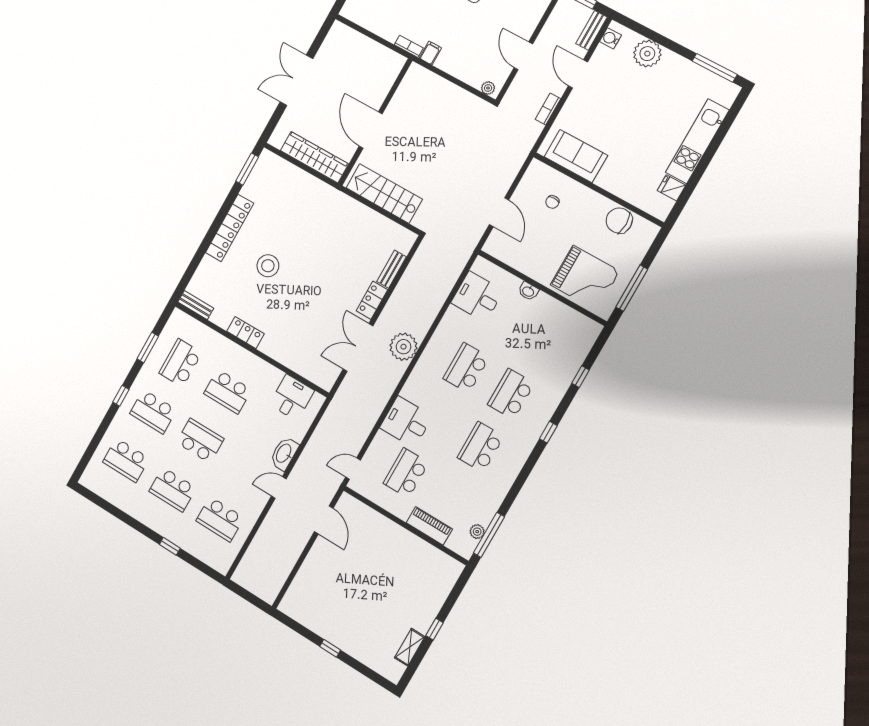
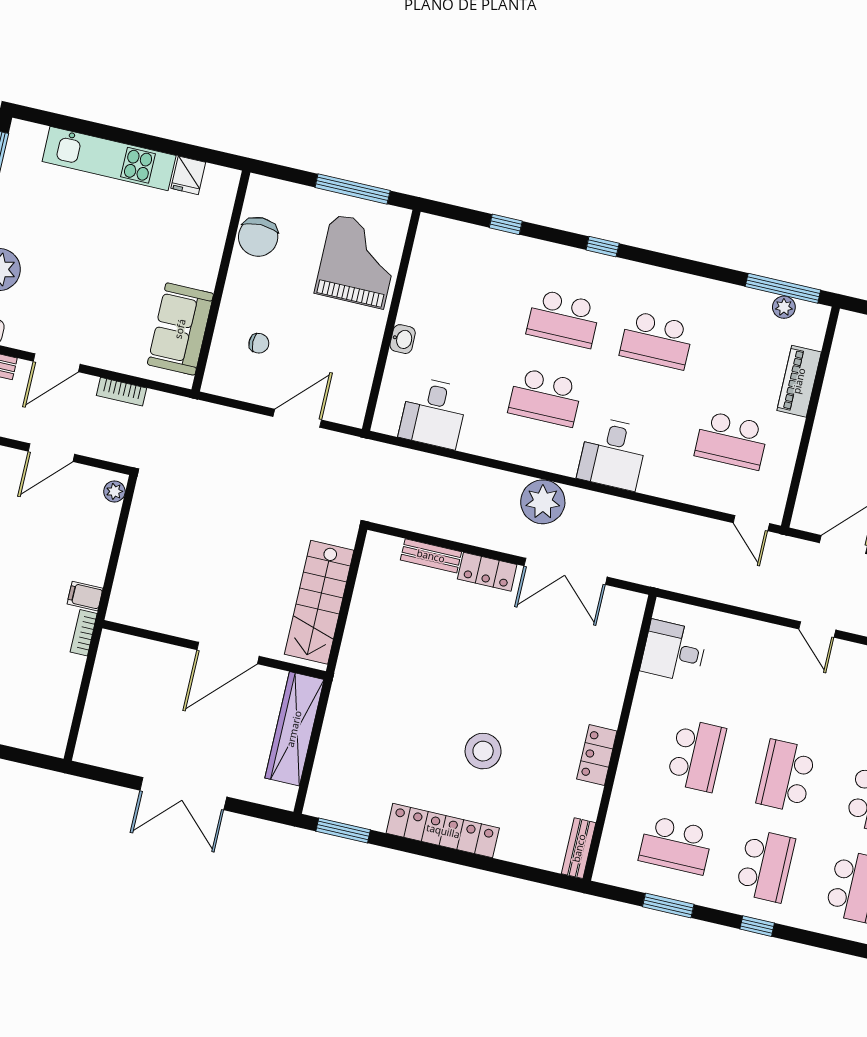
desk: (406, 422) -> (613, 454), moved
washbasin: (284, 453) -> (763, 637), removed

